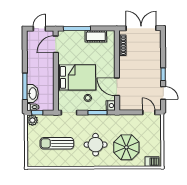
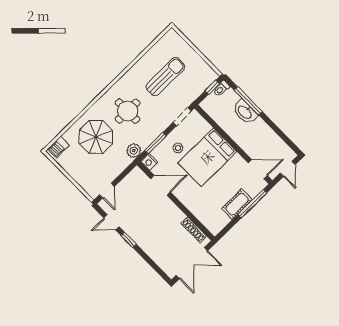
cot: (96, 36) -> (237, 204), moved
door: (56, 44) -> (258, 169), hinge flipped
washbasin: (32, 93) -> (245, 112), moved
door: (149, 112) -> (107, 191), hinge flipped
plant: (32, 120) -> (134, 151), moved

